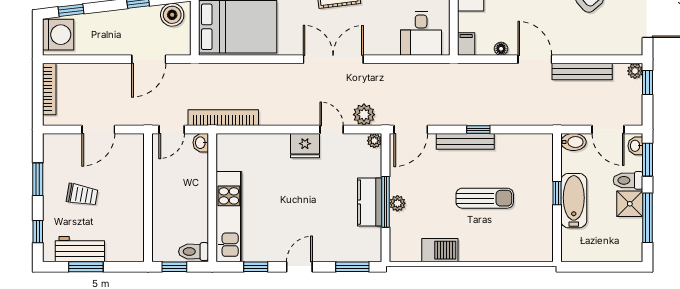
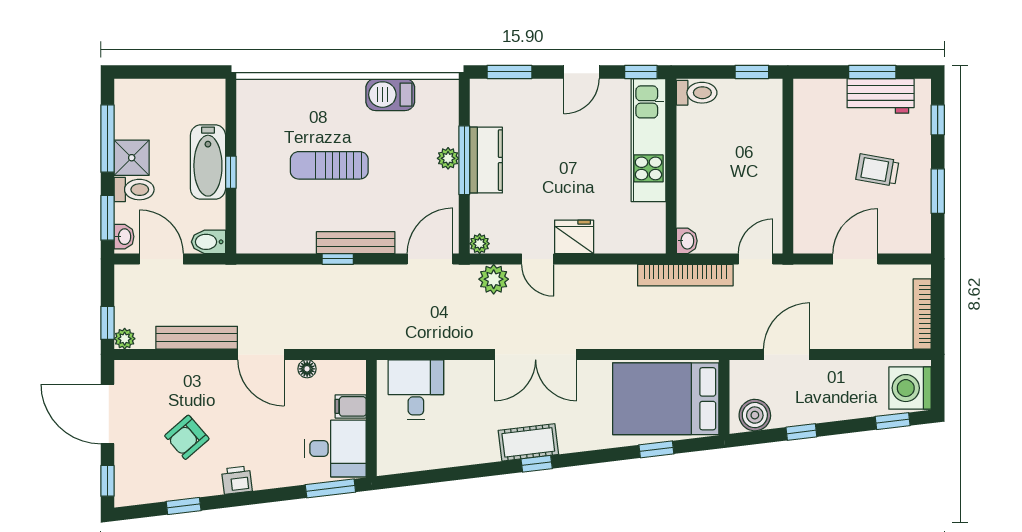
filing cabinet: (466, 44) -> (351, 406), moved, turned 90
washbasin: (201, 143) -> (687, 241), moved
wall: (212, 198) -> (671, 166), moved
kitchen unit: (229, 217) -> (648, 140), moved
toilet: (193, 252) -> (697, 93), moved

